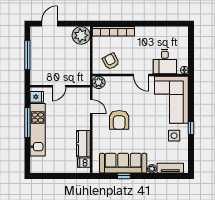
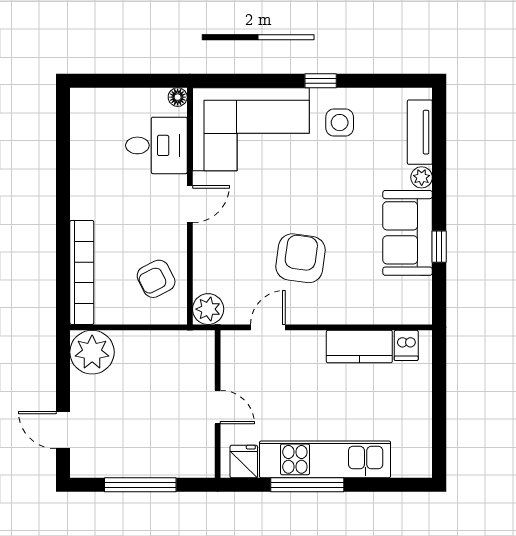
armchair: (119, 120) -> (301, 258), turned -82
sofa: (123, 163) -> (408, 233), width x0.73

